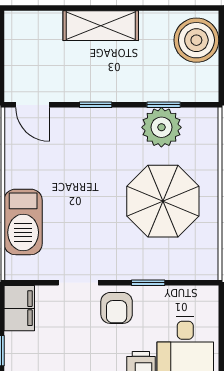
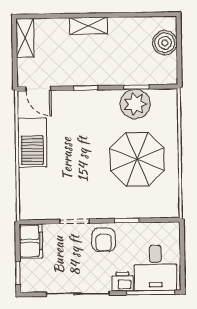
shelving: (101, 26) -> (88, 26), width x0.67, depth x0.75
shelving: (16, 37) -> (25, 38), added
boiler: (196, 40) -> (165, 43), width x0.73, depth x0.73
barbecue: (23, 222) -> (32, 143), moved

